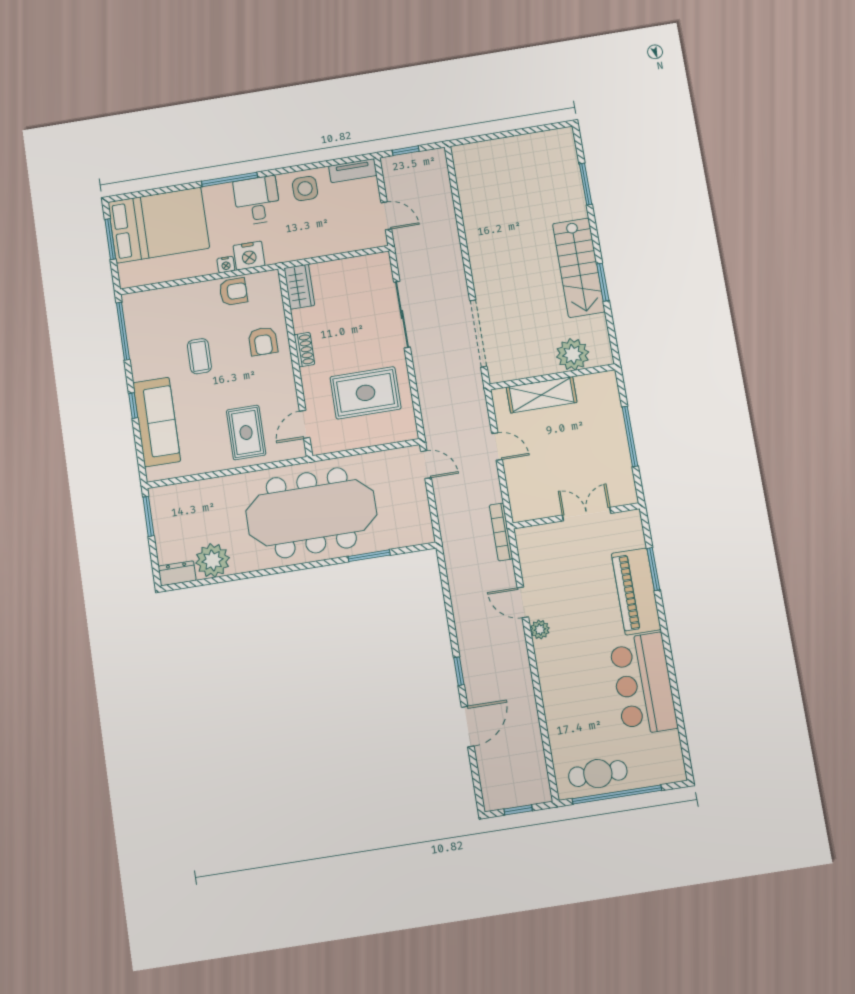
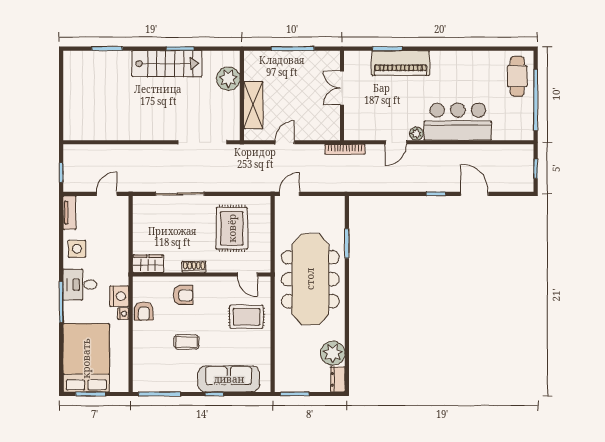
armchair: (233, 292) -> (144, 311), turned 180
bar counter: (643, 684) -> (458, 122), moved, turned 180
cafe table: (598, 774) -> (517, 76), moved

